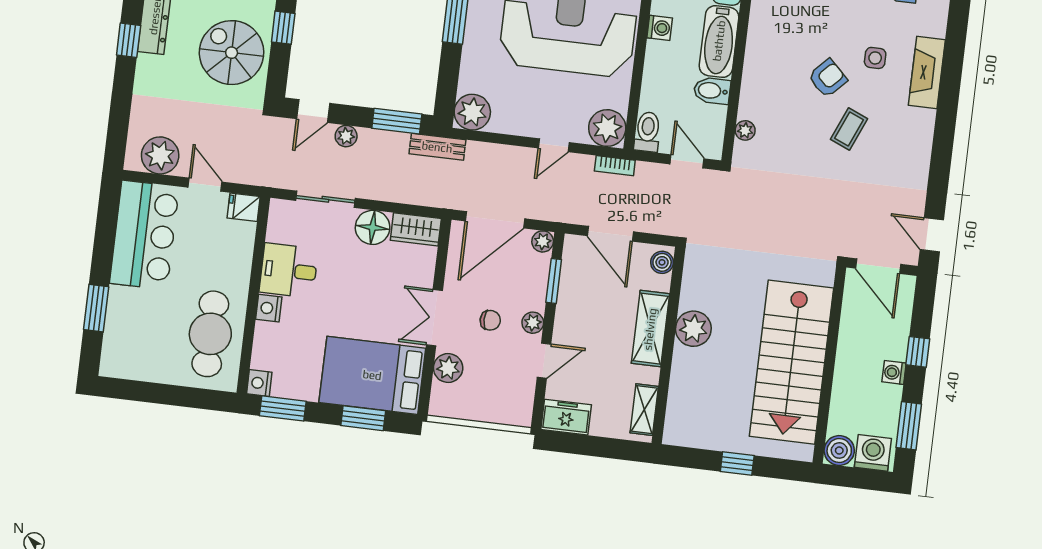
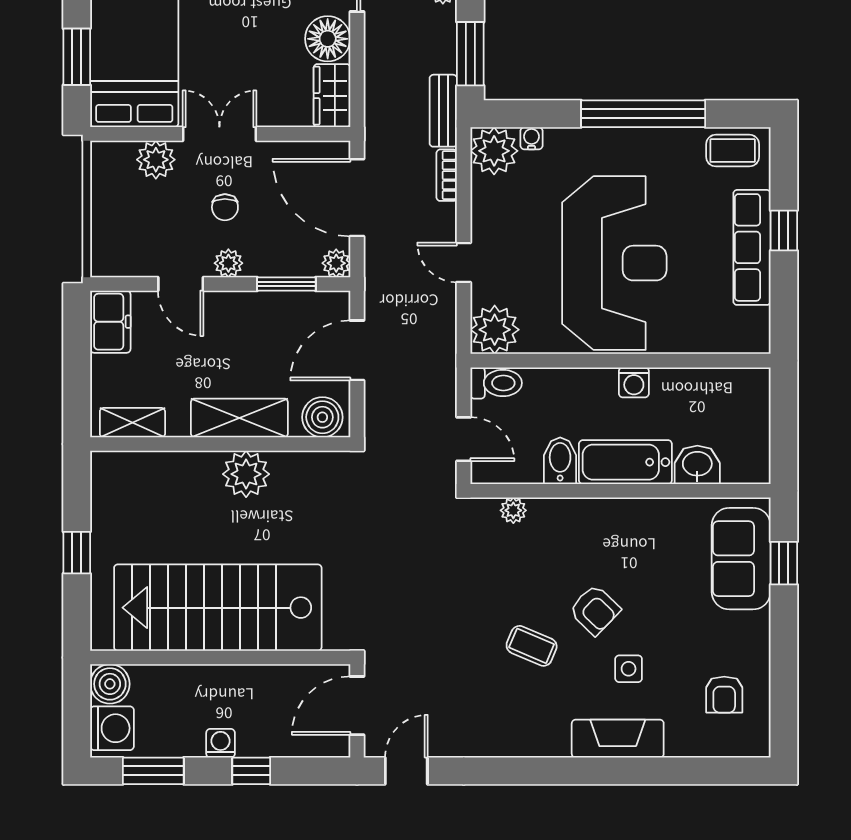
water cooler: (466, 83) -> (531, 138), added
door: (687, 161) -> (464, 439), hinge flipped
bookcase: (615, 166) -> (447, 175), moved
boiler: (662, 262) -> (322, 417), width x1.36, depth x1.36

